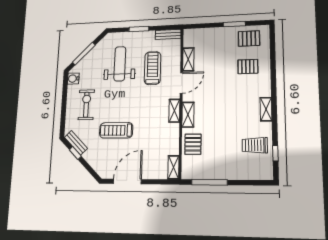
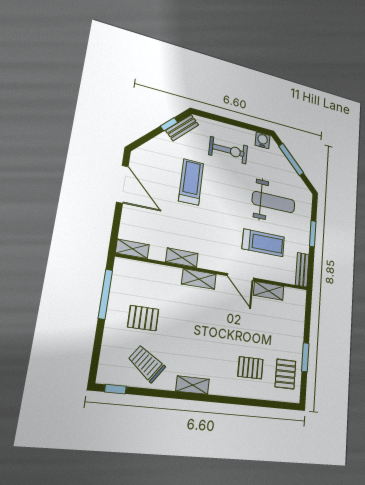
pallet: (248, 67) -> (250, 368), turned 90
shelving: (174, 111) -> (182, 258), moved
pallet: (193, 144) -> (143, 318), moved
trolley: (255, 145) -> (147, 364), turned -54
window: (275, 153) -> (115, 389), moved

